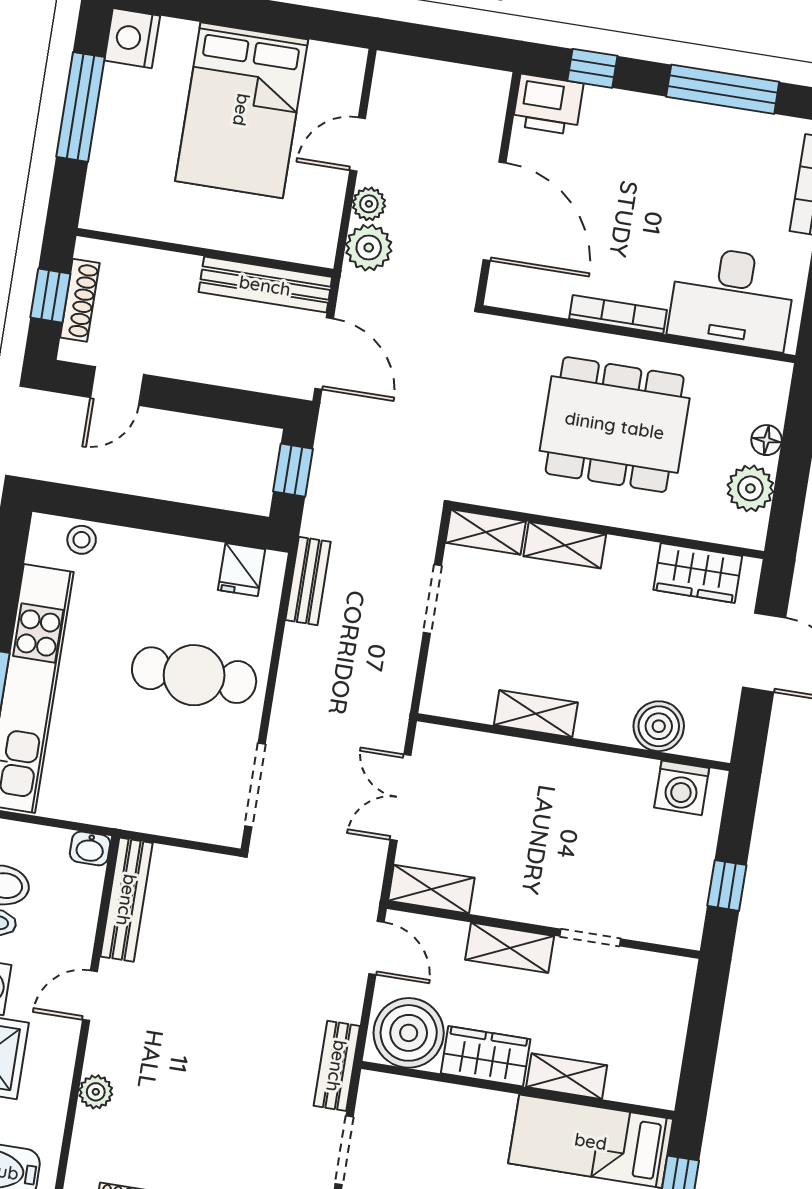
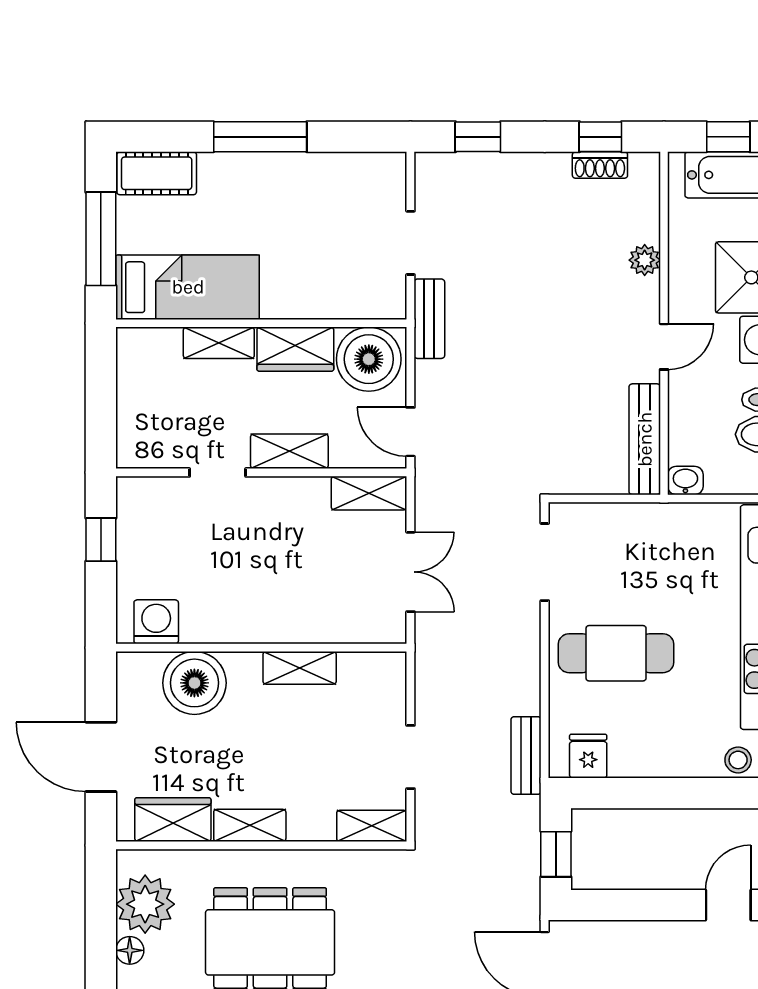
plant: (750, 488) -> (145, 904), width x1.36, depth x1.36
shelving: (565, 545) -> (250, 825), moved
boiler: (659, 726) -> (194, 683), width x1.37, depth x1.37

